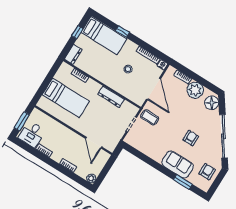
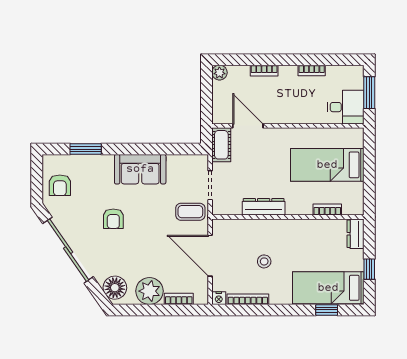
window: (122, 32) -> (327, 310), moved
desk: (32, 134) -> (346, 107), moved, turned 90
cot: (113, 141) -> (221, 145), added
sofa: (178, 164) -> (140, 169), moved

